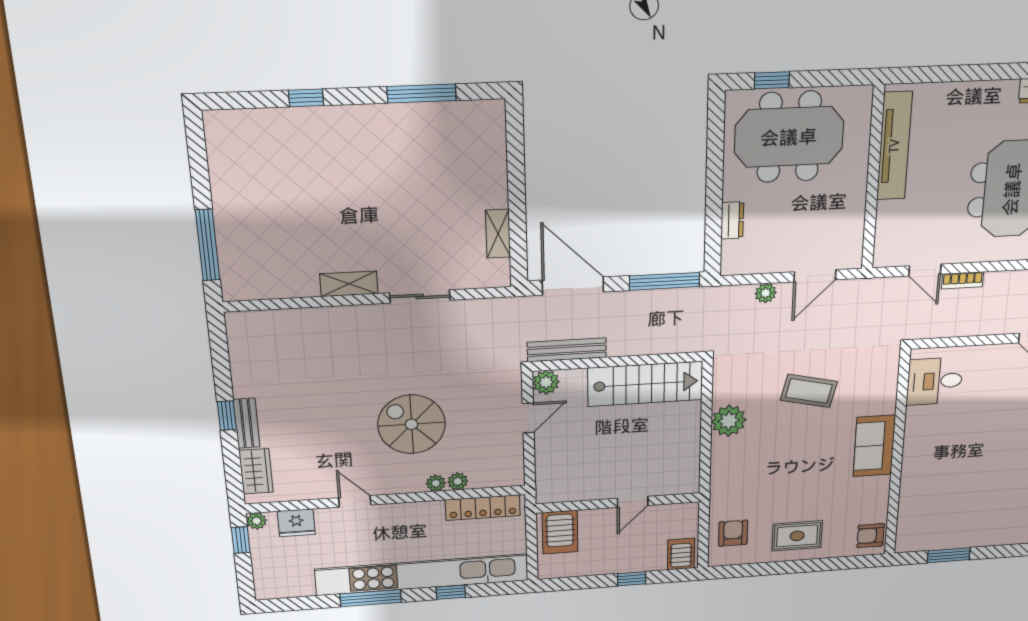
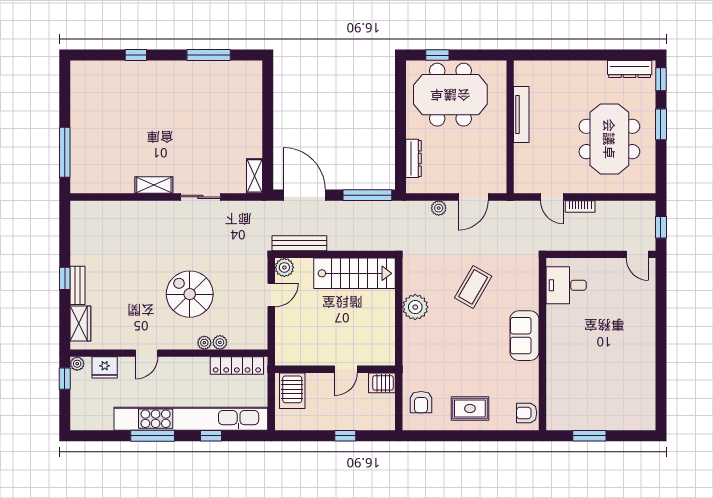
tv unit: (894, 146) -> (521, 114), width x0.73, depth x0.78
dresser: (732, 220) -> (414, 158), width x1.44
shelving: (498, 234) -> (255, 176), moved
coffee table: (809, 391) -> (473, 287), turned -73
door: (355, 501) -> (147, 353), swing flipped
armchair: (733, 533) -> (421, 402), turned 180
server rack: (681, 554) -> (382, 383), moved, turned -90

